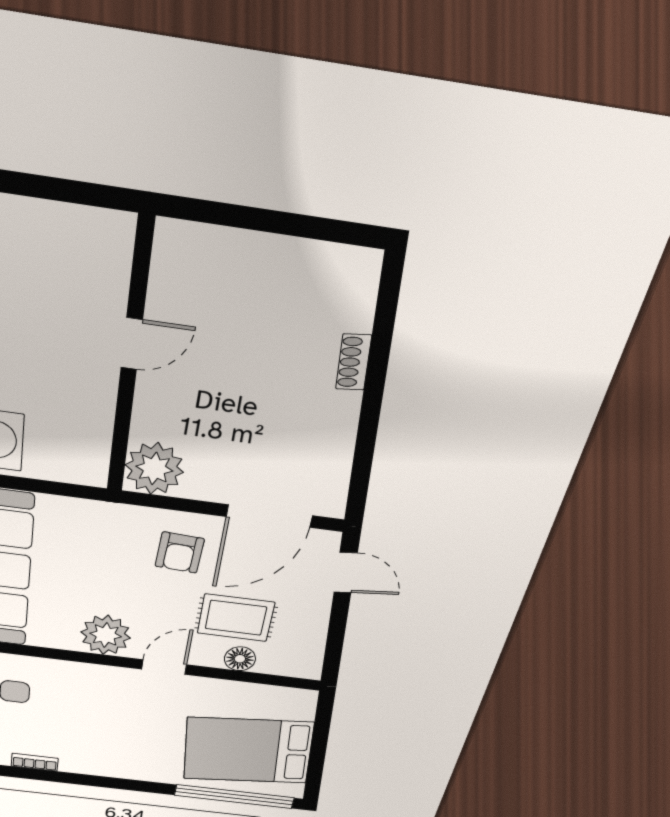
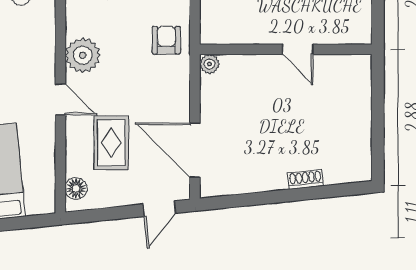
plant: (154, 469) -> (210, 64), width x0.53, depth x0.53
armchair: (180, 553) -> (166, 40), moved, turned 87
floor lamp: (240, 659) -> (76, 188), moved

